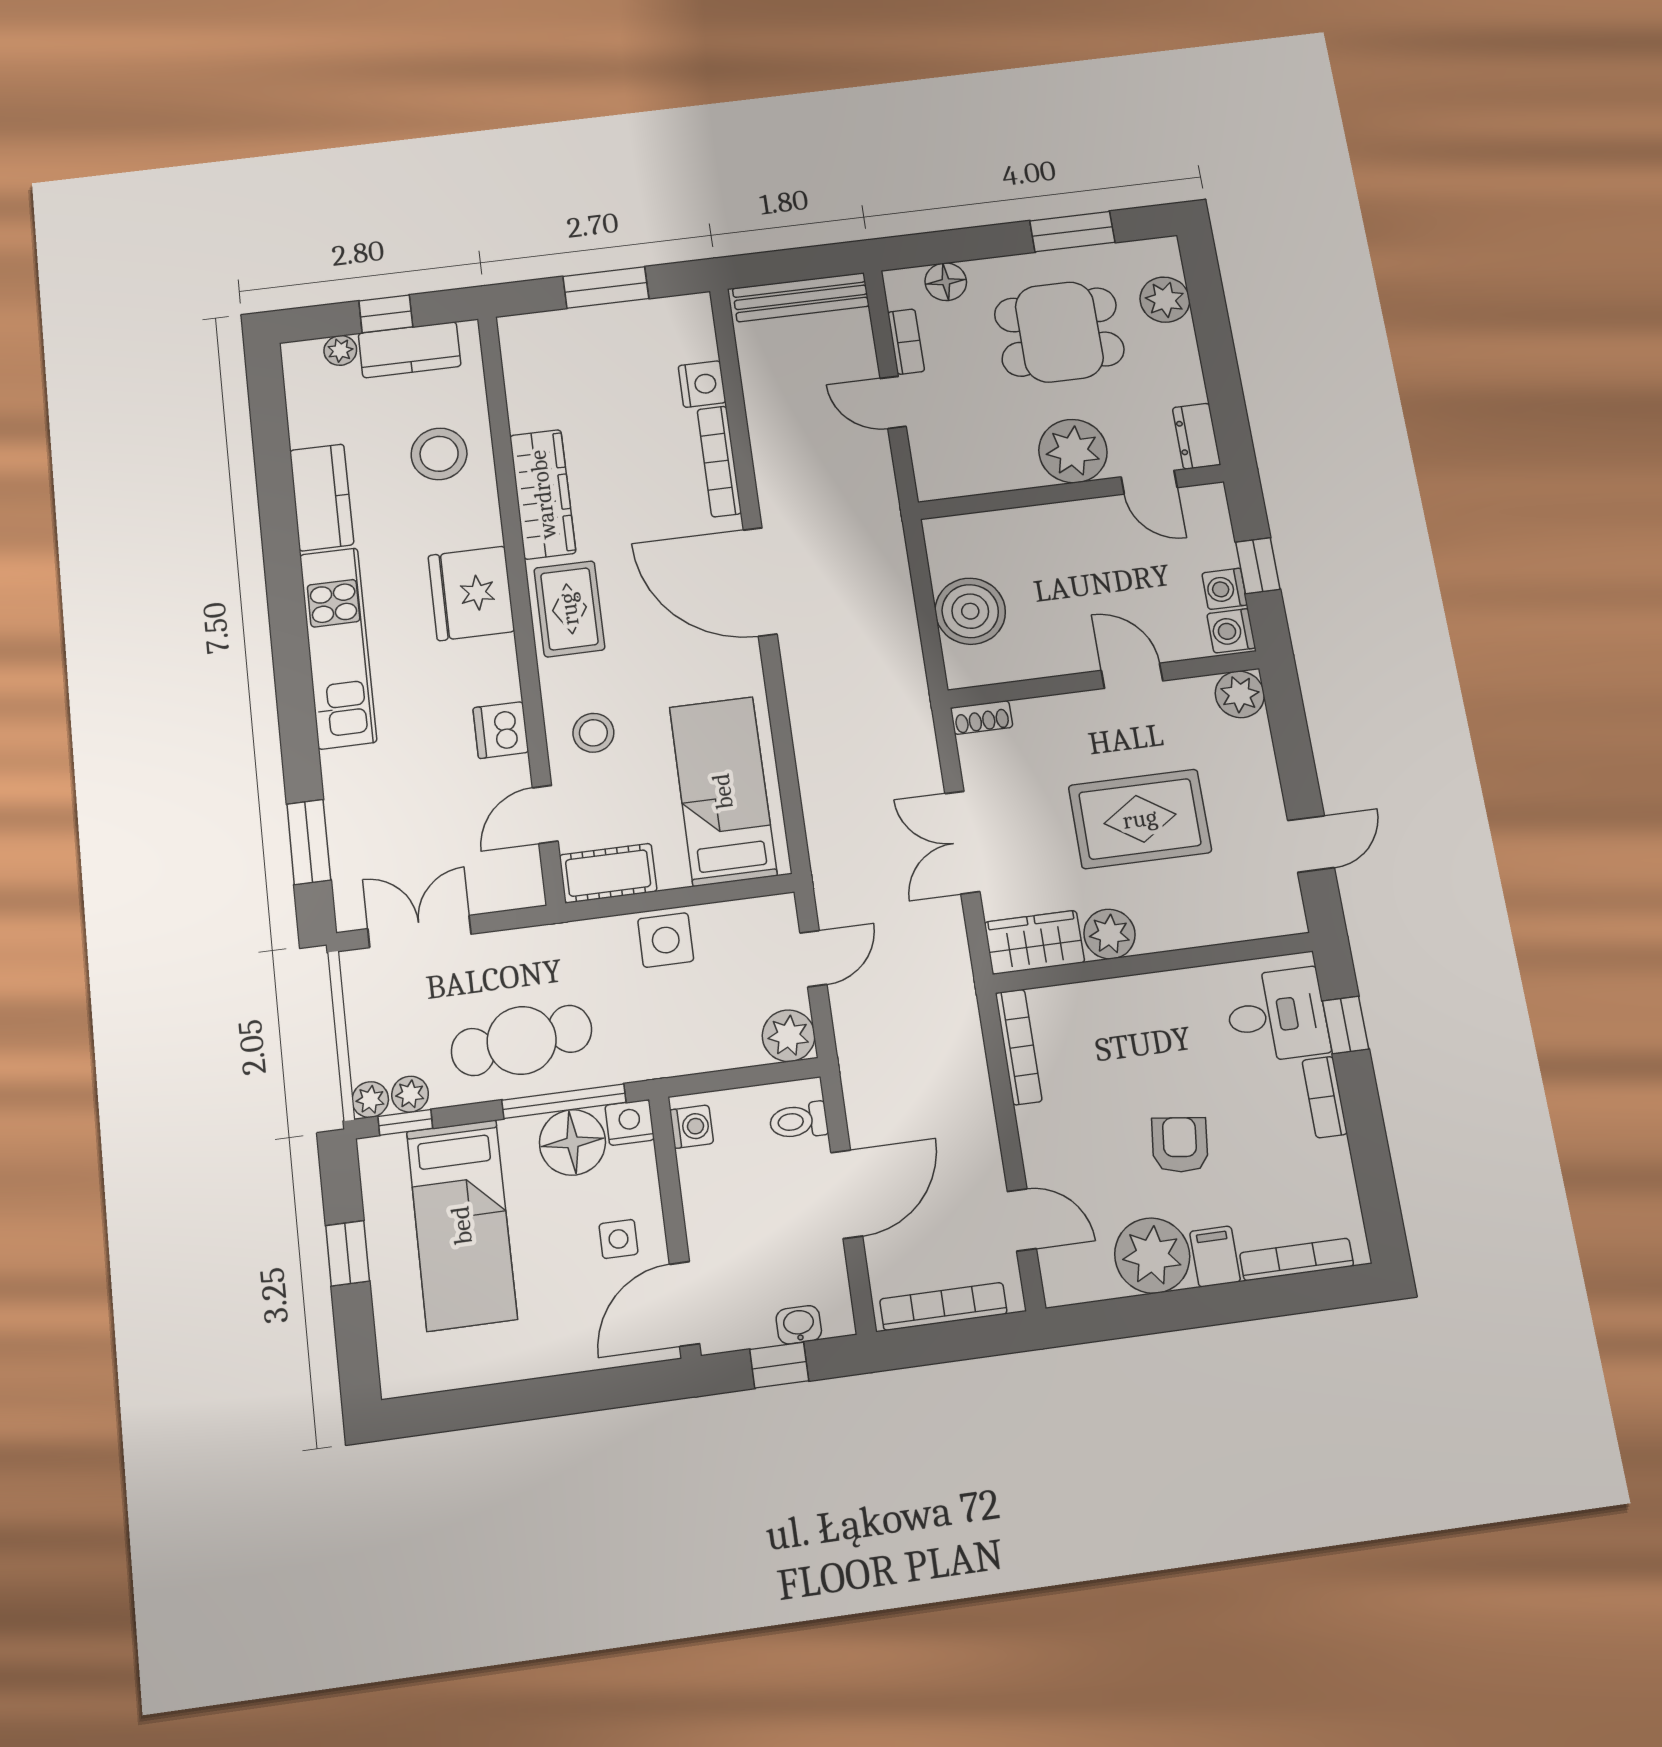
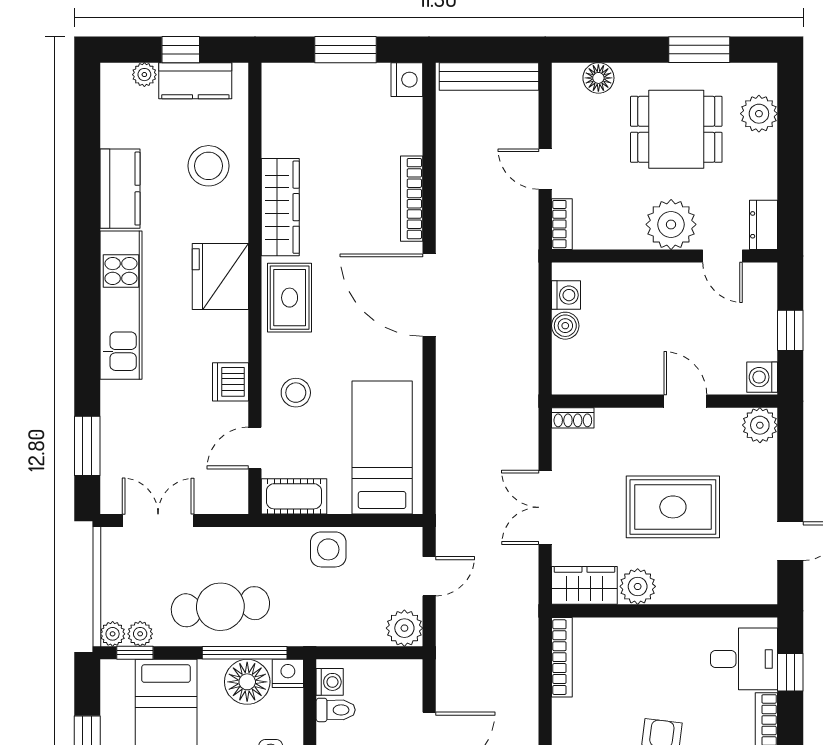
bookcase: (906, 342) -> (562, 224), moved
nightstand: (702, 384) -> (407, 80), moved
washing machine: (1225, 589) -> (566, 295), moved, turned 180
boiler: (970, 611) -> (565, 326), width x0.54, depth x0.54
toilet: (799, 1121) -> (336, 710), moved, turned 180

